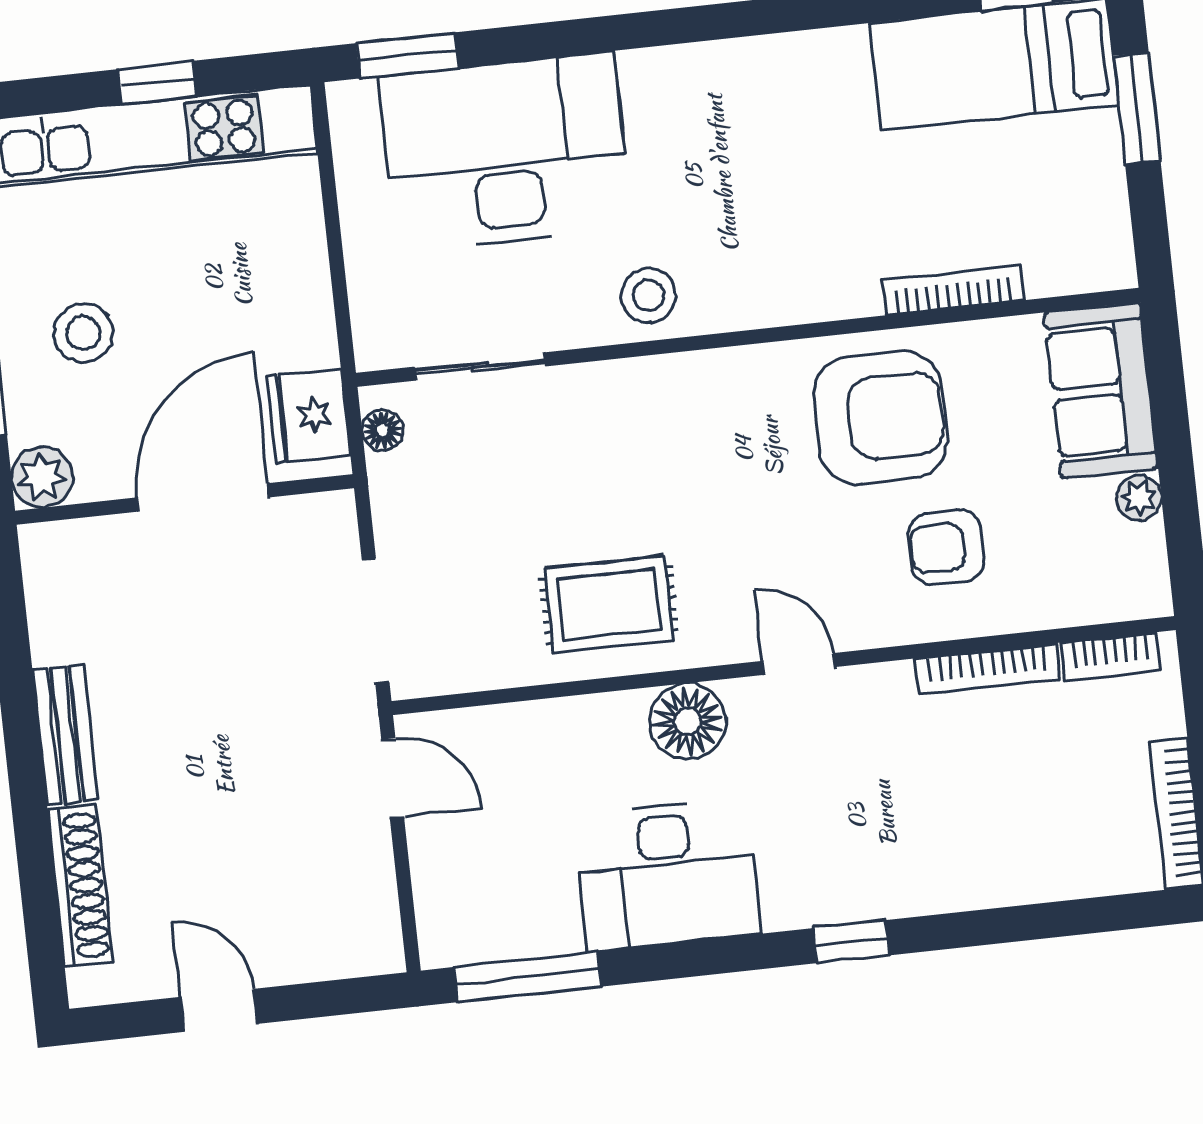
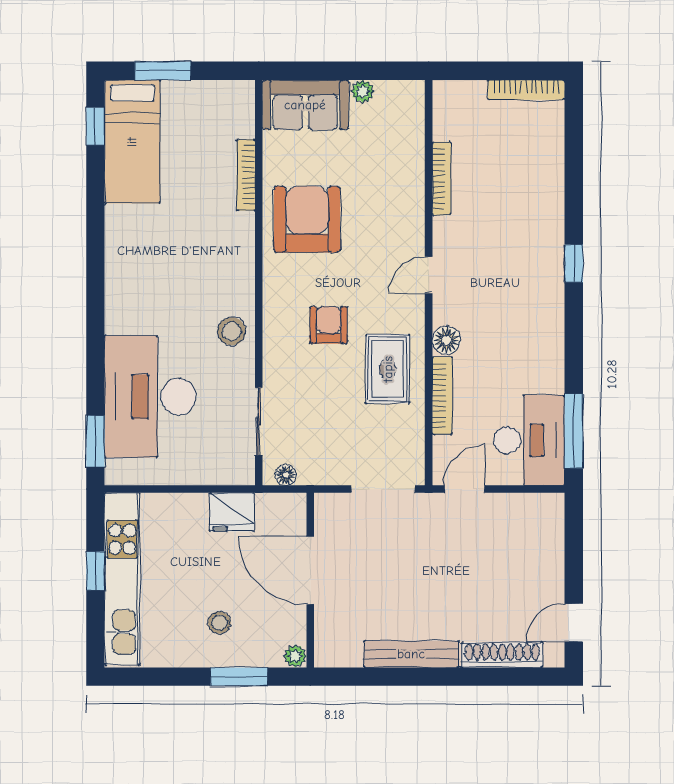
stool: (83, 333) -> (219, 623), width x0.73, depth x0.73
fridge: (308, 416) -> (232, 512), moved
plant: (42, 477) -> (295, 656), width x0.73, depth x0.73
armchair: (946, 547) -> (328, 325), moved, turned 180
bookcase: (1111, 657) -> (442, 396), moved, width x1.56
floor lamp: (688, 721) -> (447, 340), width x0.73, depth x0.73
bench: (65, 735) -> (411, 654), width x1.36
desk: (667, 875) -> (529, 440), moved
door: (219, 1010) -> (574, 623), moved

